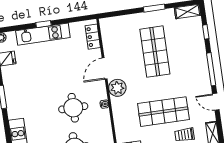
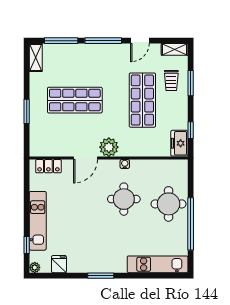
window: (154, 8) -> (27, 111), moved
window: (43, 24) -> (27, 245), moved
window: (206, 32) -> (61, 41), width x2.17
door: (105, 68) -> (85, 158), hinge flipped

